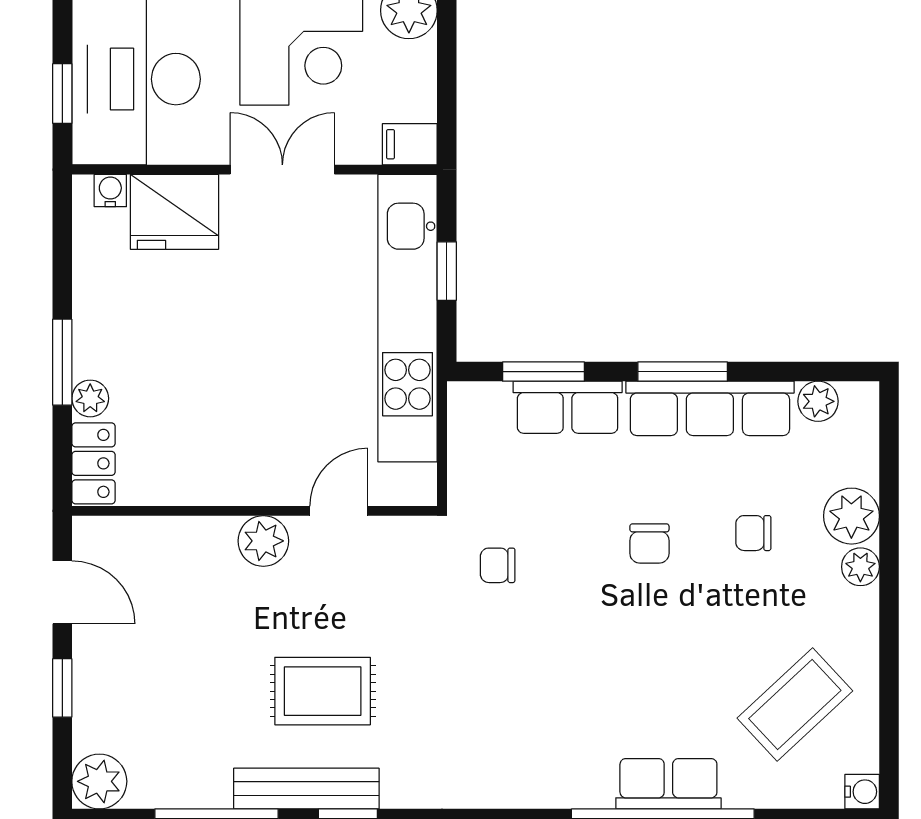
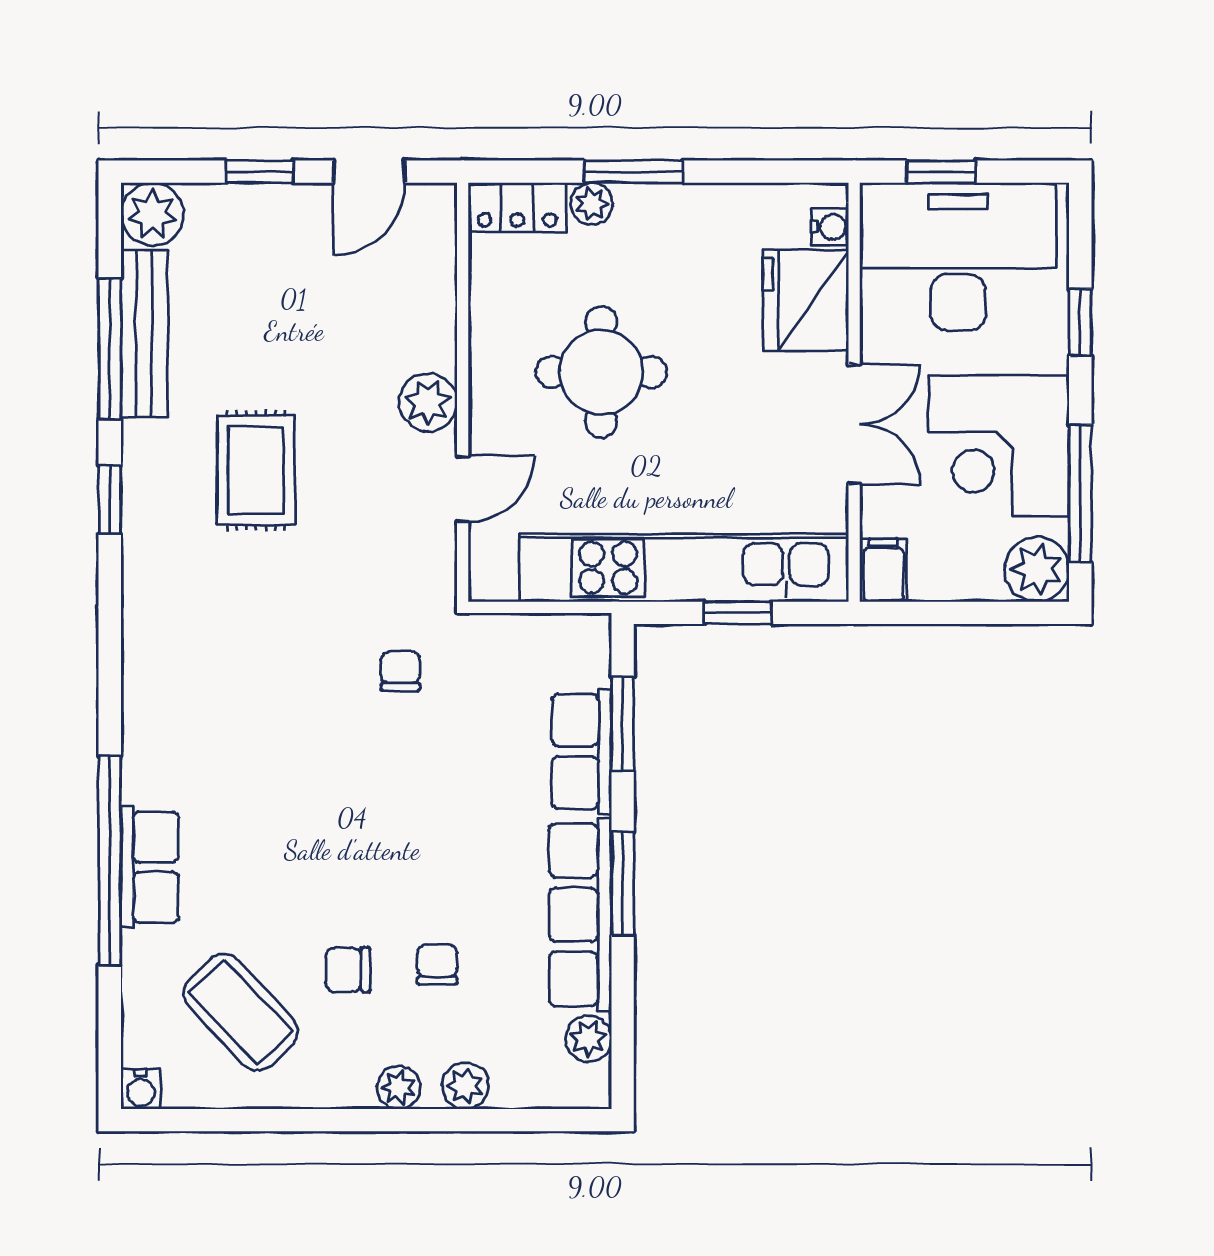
round table: (237, 390) -> (601, 372), added
door: (339, 511) -> (463, 489), hinge flipped
plant: (851, 516) -> (465, 1086), width x0.73, depth x0.73
chair: (649, 543) -> (348, 970), moved
bench: (306, 789) -> (144, 334), moved

